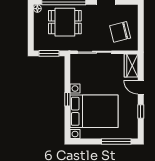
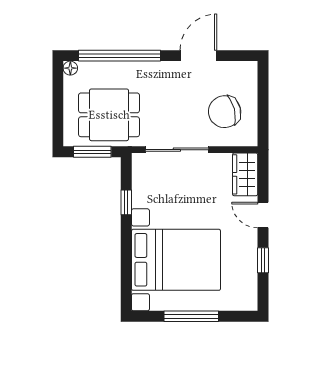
dining table: (65, 22) -> (109, 115), moved
window: (67, 99) -> (126, 202), moved
window: (116, 142) -> (191, 316), moved

